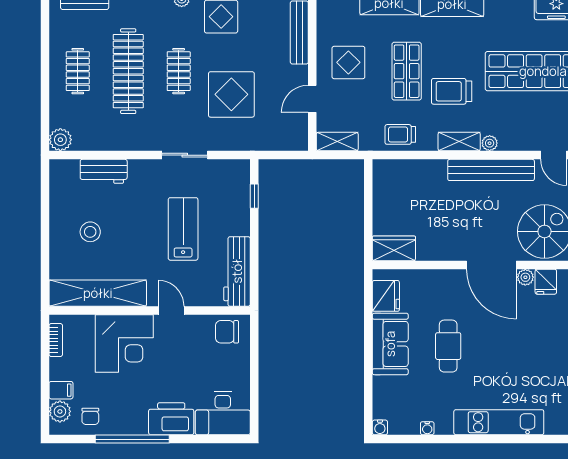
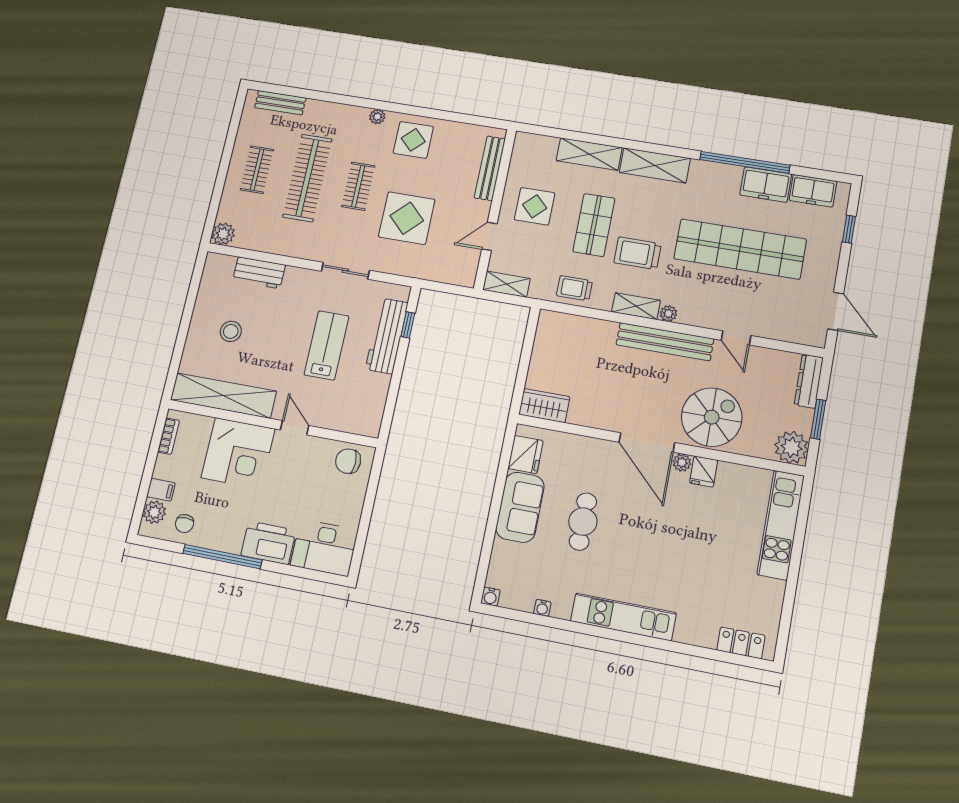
workbench: (237, 271) -> (387, 336), moved

